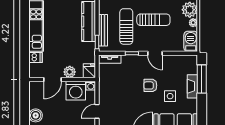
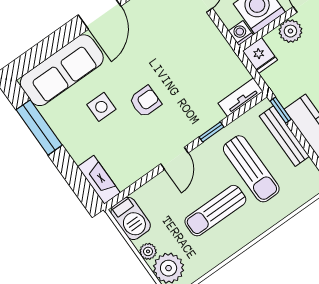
door: (155, 53) -> (174, 158), swing flipped
window: (202, 79) -> (39, 127), moved
fireplace: (192, 86) -> (99, 180), moved

